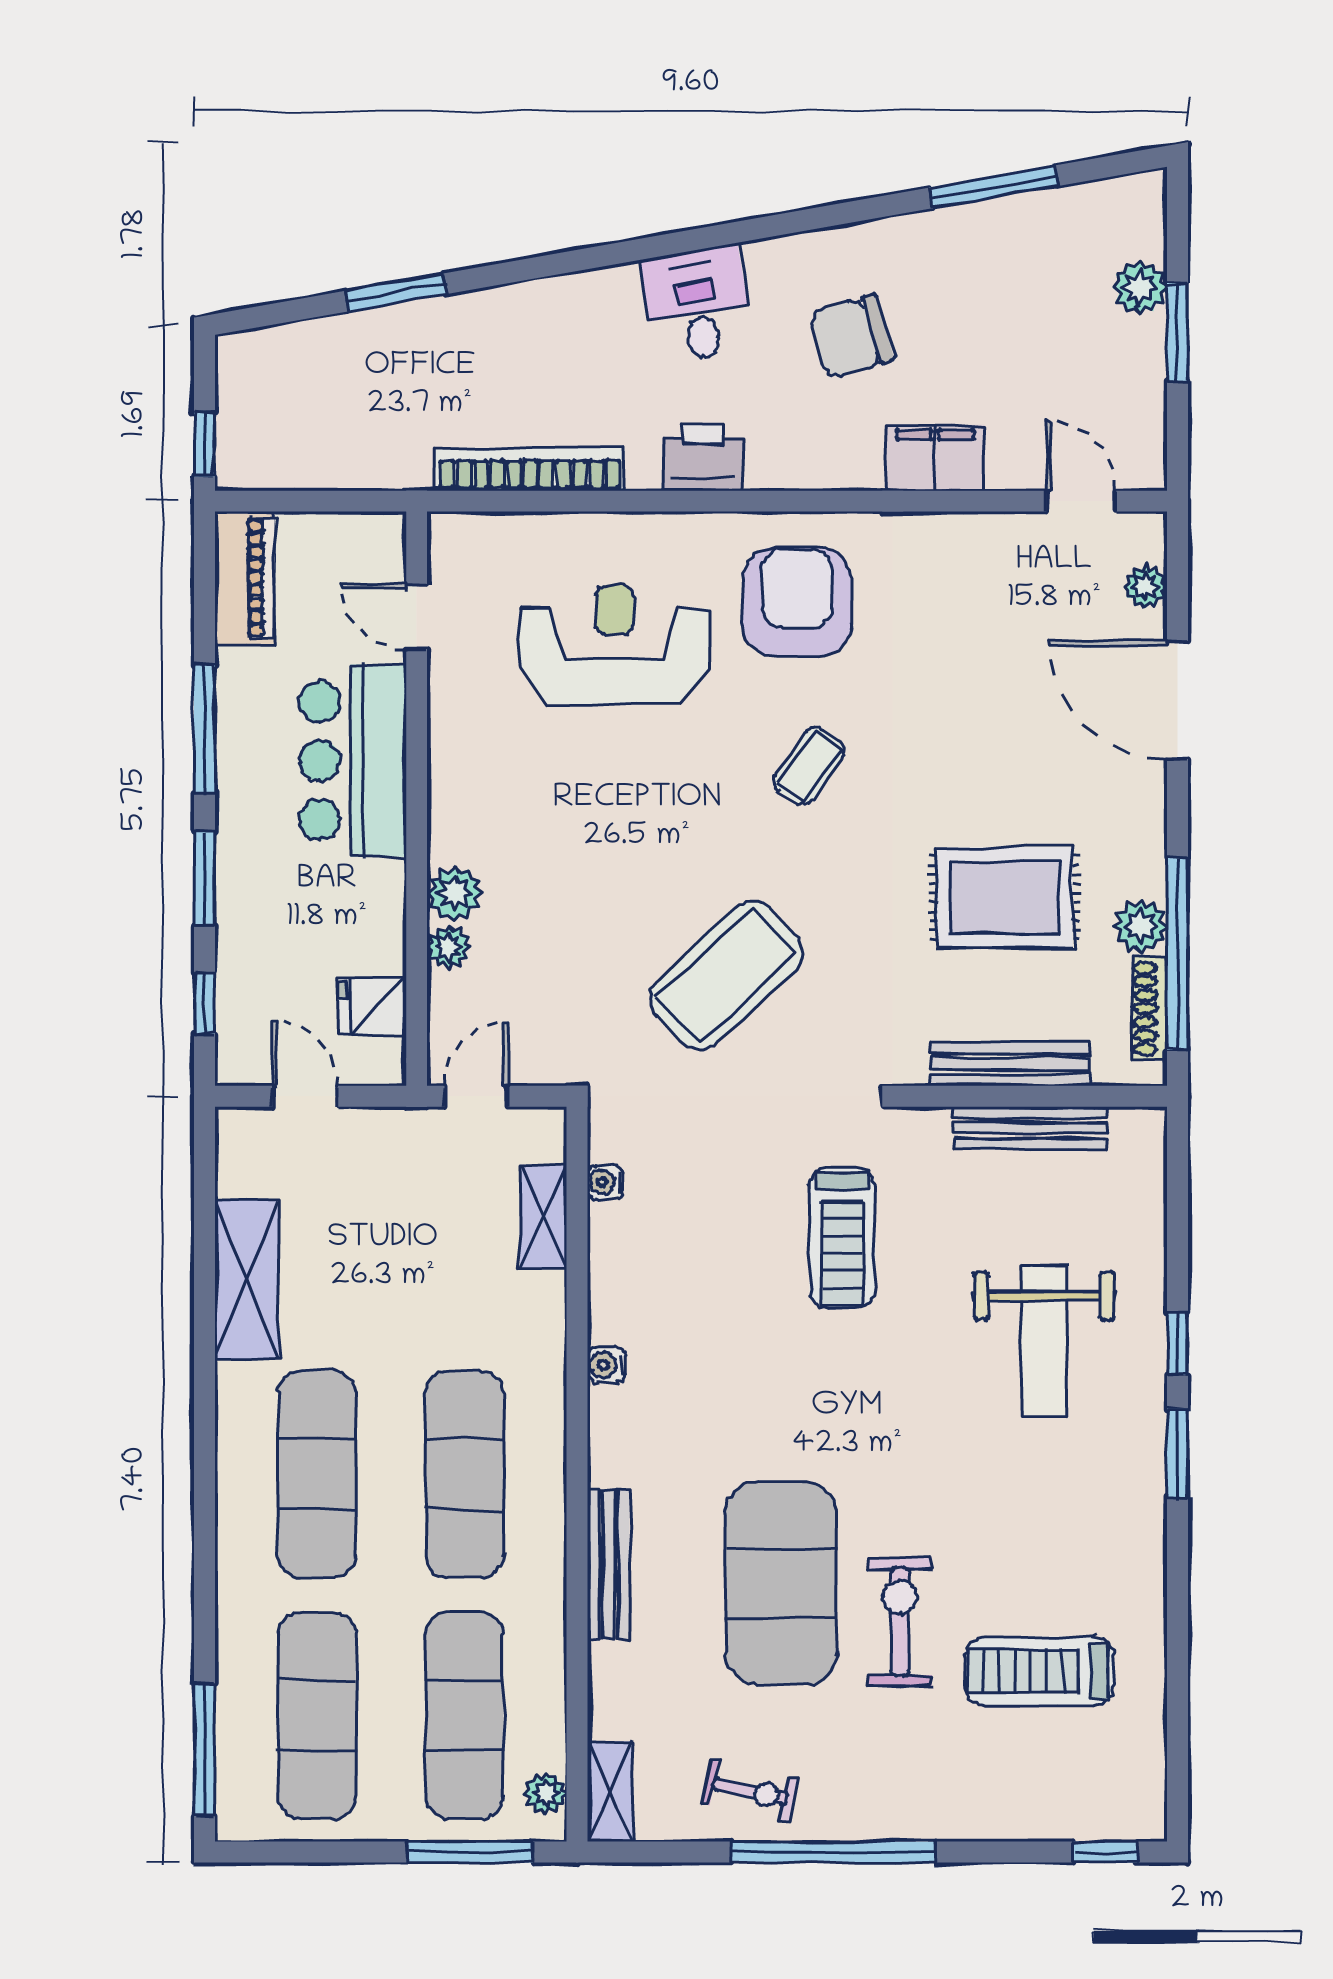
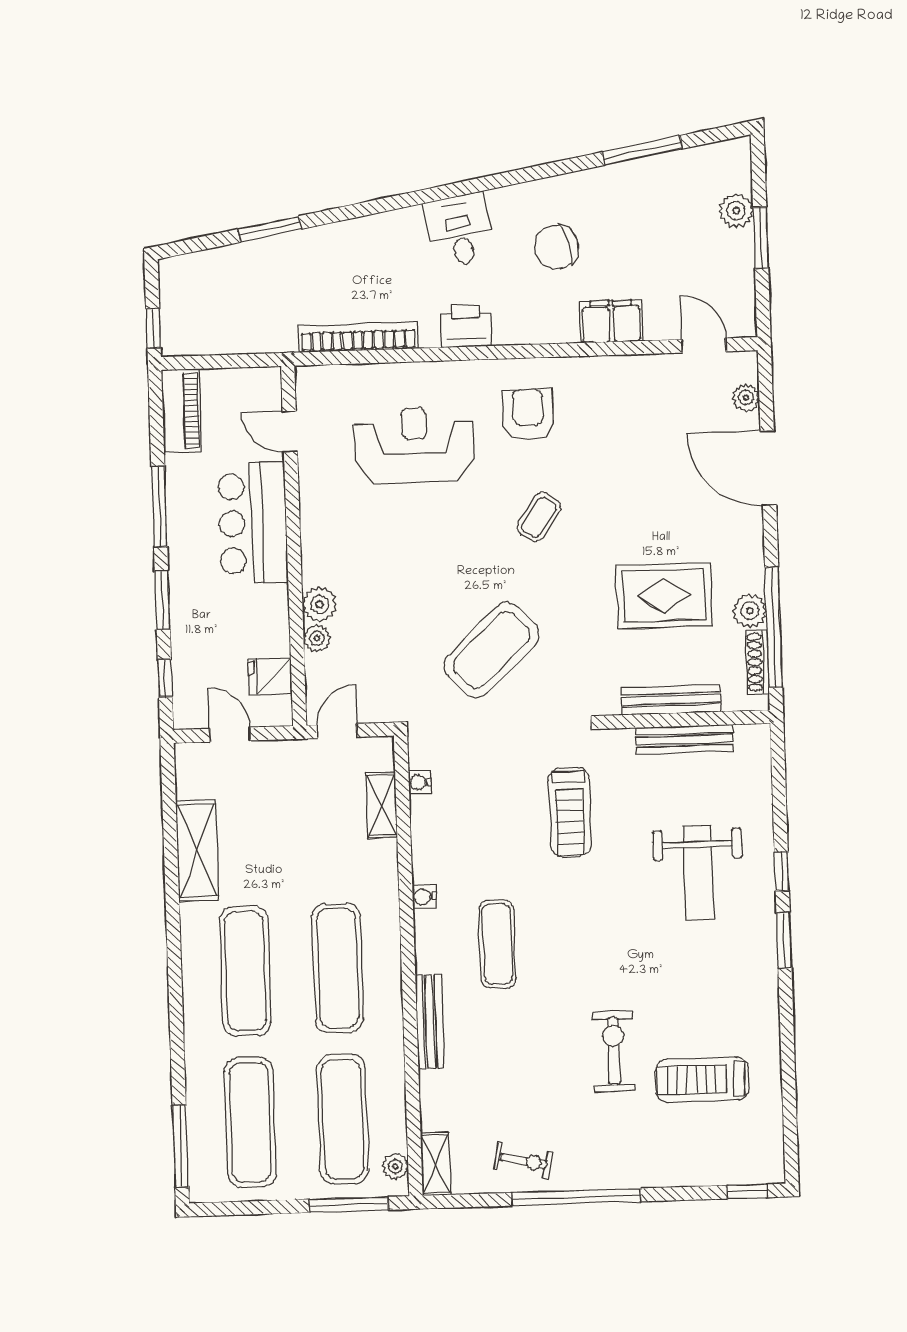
armchair: (797, 602) -> (528, 414), width x0.73, depth x0.73
exercise mat: (781, 1583) -> (497, 944), moved, width x0.50, depth x0.69

